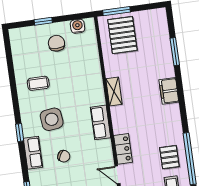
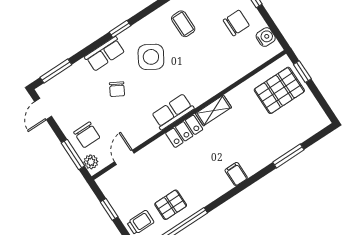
window: (117, 11) -> (302, 72), width x0.67
filing cabinet: (169, 91) -> (236, 174), width x0.50
side table: (52, 119) -> (151, 57), turned 38
locker: (123, 149) -> (184, 131), moved

